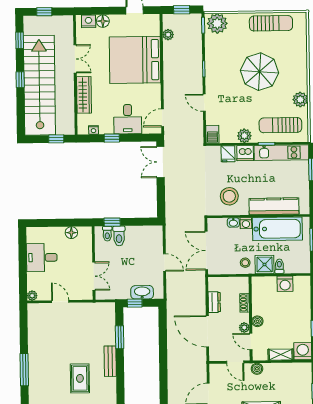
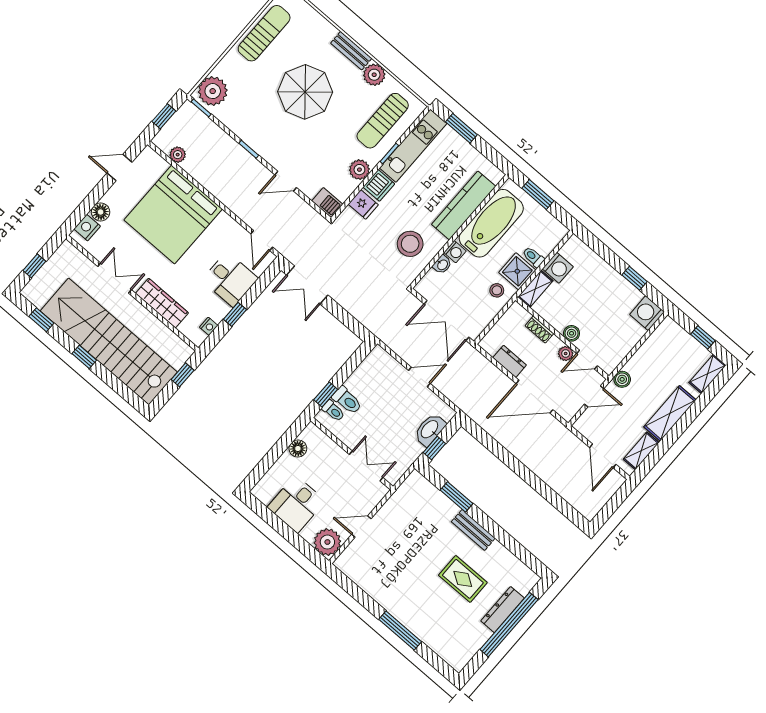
bench: (302, 77) -> (351, 51), added
plant: (32, 296) -> (327, 542), width x1.88, depth x1.88
shelving: (281, 355) -> (535, 289), moved

